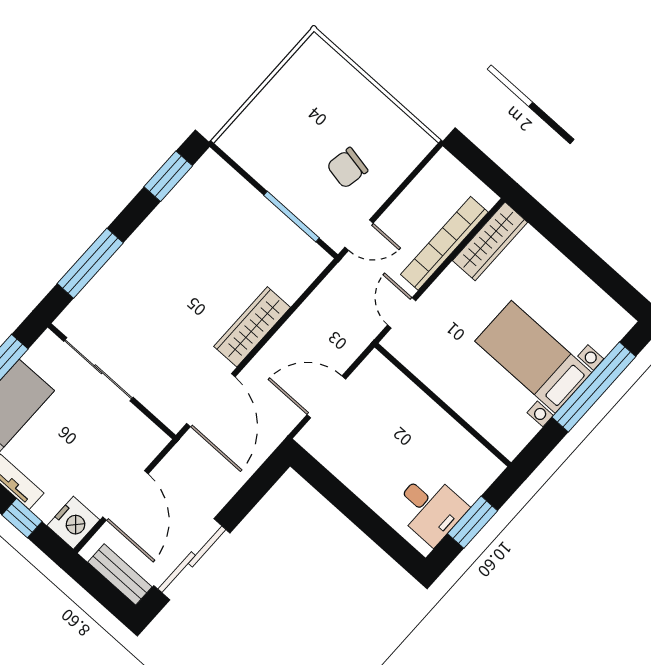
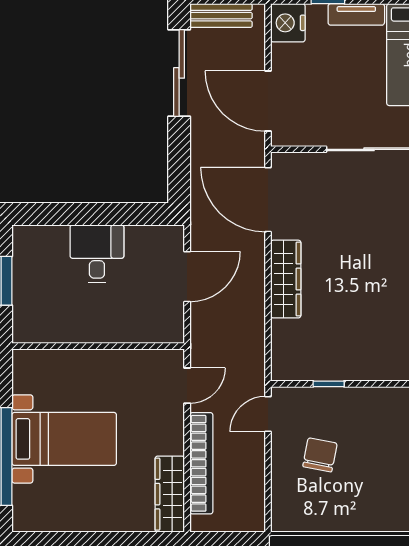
window: (292, 217) -> (329, 384), width x0.46
door: (402, 313) -> (187, 386), hinge flipped
door: (125, 495) -> (268, 101), moved
desk: (430, 508) -> (97, 254), moved, turned 90

